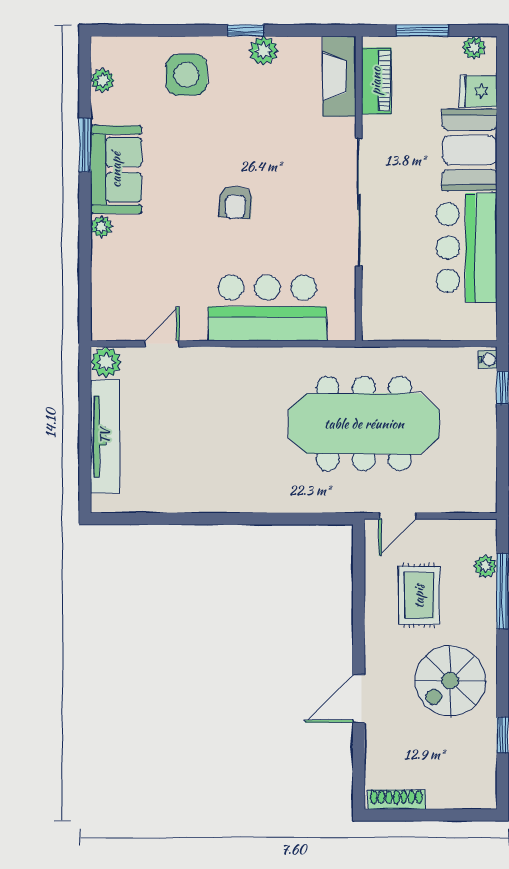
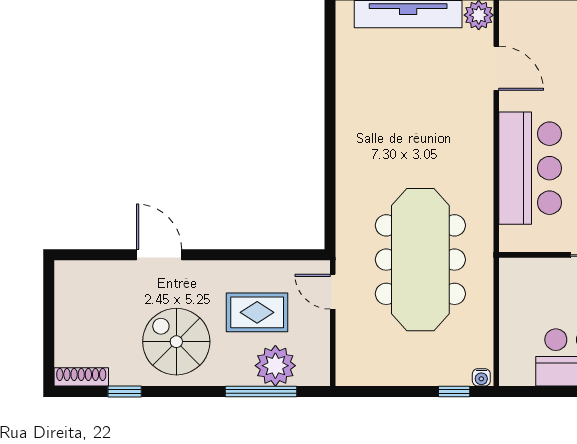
door: (162, 344) -> (496, 68), width x1.38
plant: (485, 566) -> (275, 366), width x1.88, depth x1.88
shoe rack: (396, 800) -> (81, 377), moved, turned -90

